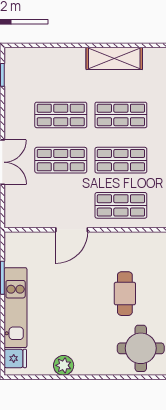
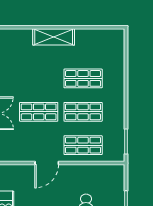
shelving: (114, 58) -> (54, 37), moved
shop shelf: (61, 115) -> (39, 78), removed

